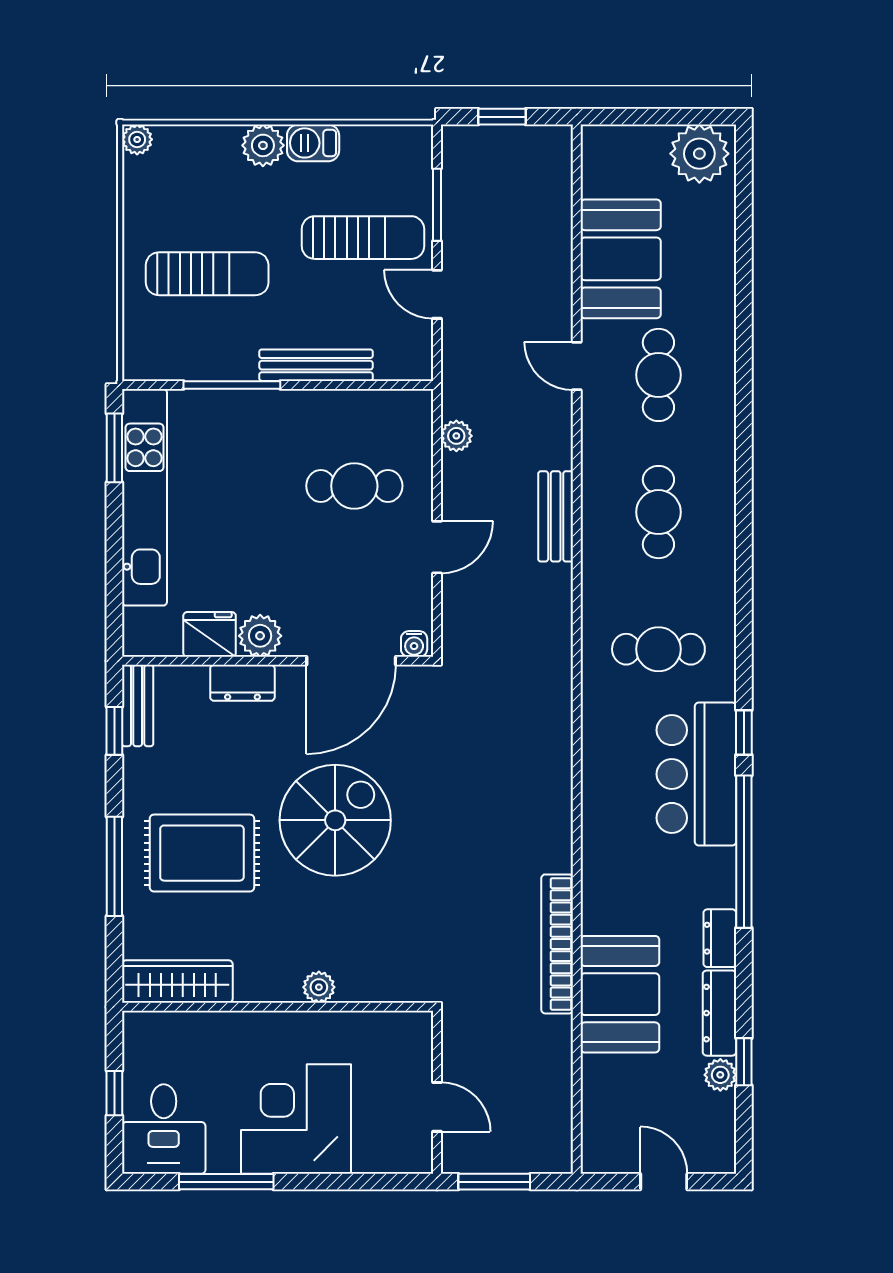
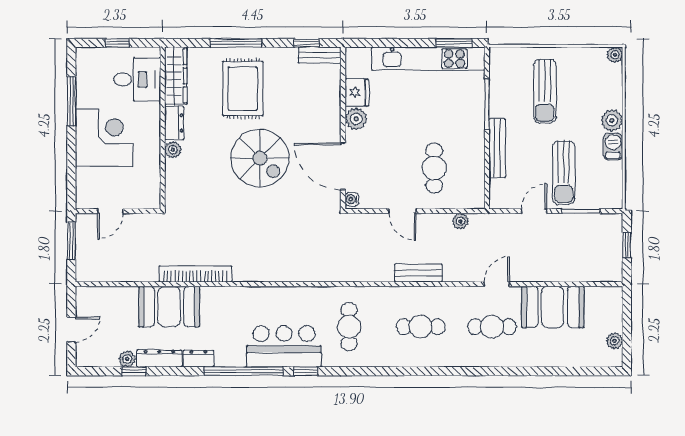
plant: (699, 154) -> (615, 341), width x0.53, depth x0.53
dresser: (242, 683) -> (174, 123), moved, turned 180
desk: (164, 1129) -> (137, 79), moved, turned 180

